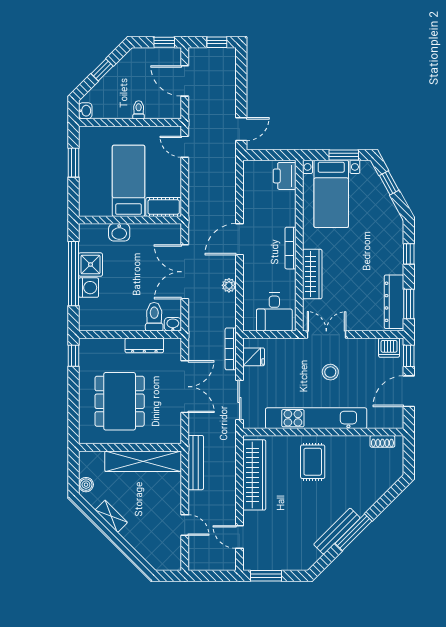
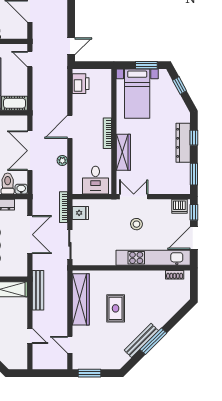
printer: (285, 176) -> (81, 84), moved, turned 180
dresser: (394, 302) -> (183, 143), moved
kitchen unit: (316, 418) -> (153, 258), moved
rug: (313, 462) -> (116, 308), moved

